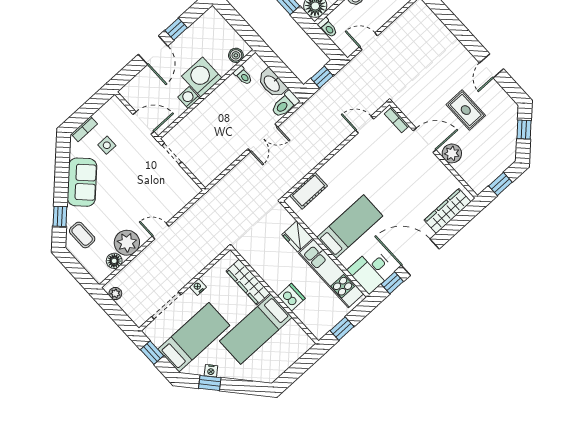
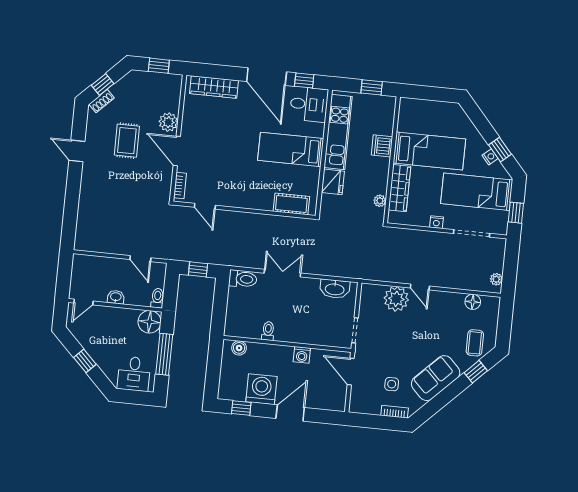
window: (176, 29) -> (241, 408), moved
door: (491, 66) -> (77, 151), swing flipped
toilet: (243, 76) -> (268, 331), moved
washing machine: (202, 77) -> (261, 389), moved, turned 180
washbasin: (272, 83) -> (335, 289), moved, turned 90
shoe rack: (512, 118) -> (102, 101), added
plant: (127, 243) -> (396, 299), moved
plant: (252, 259) -> (380, 201), added

